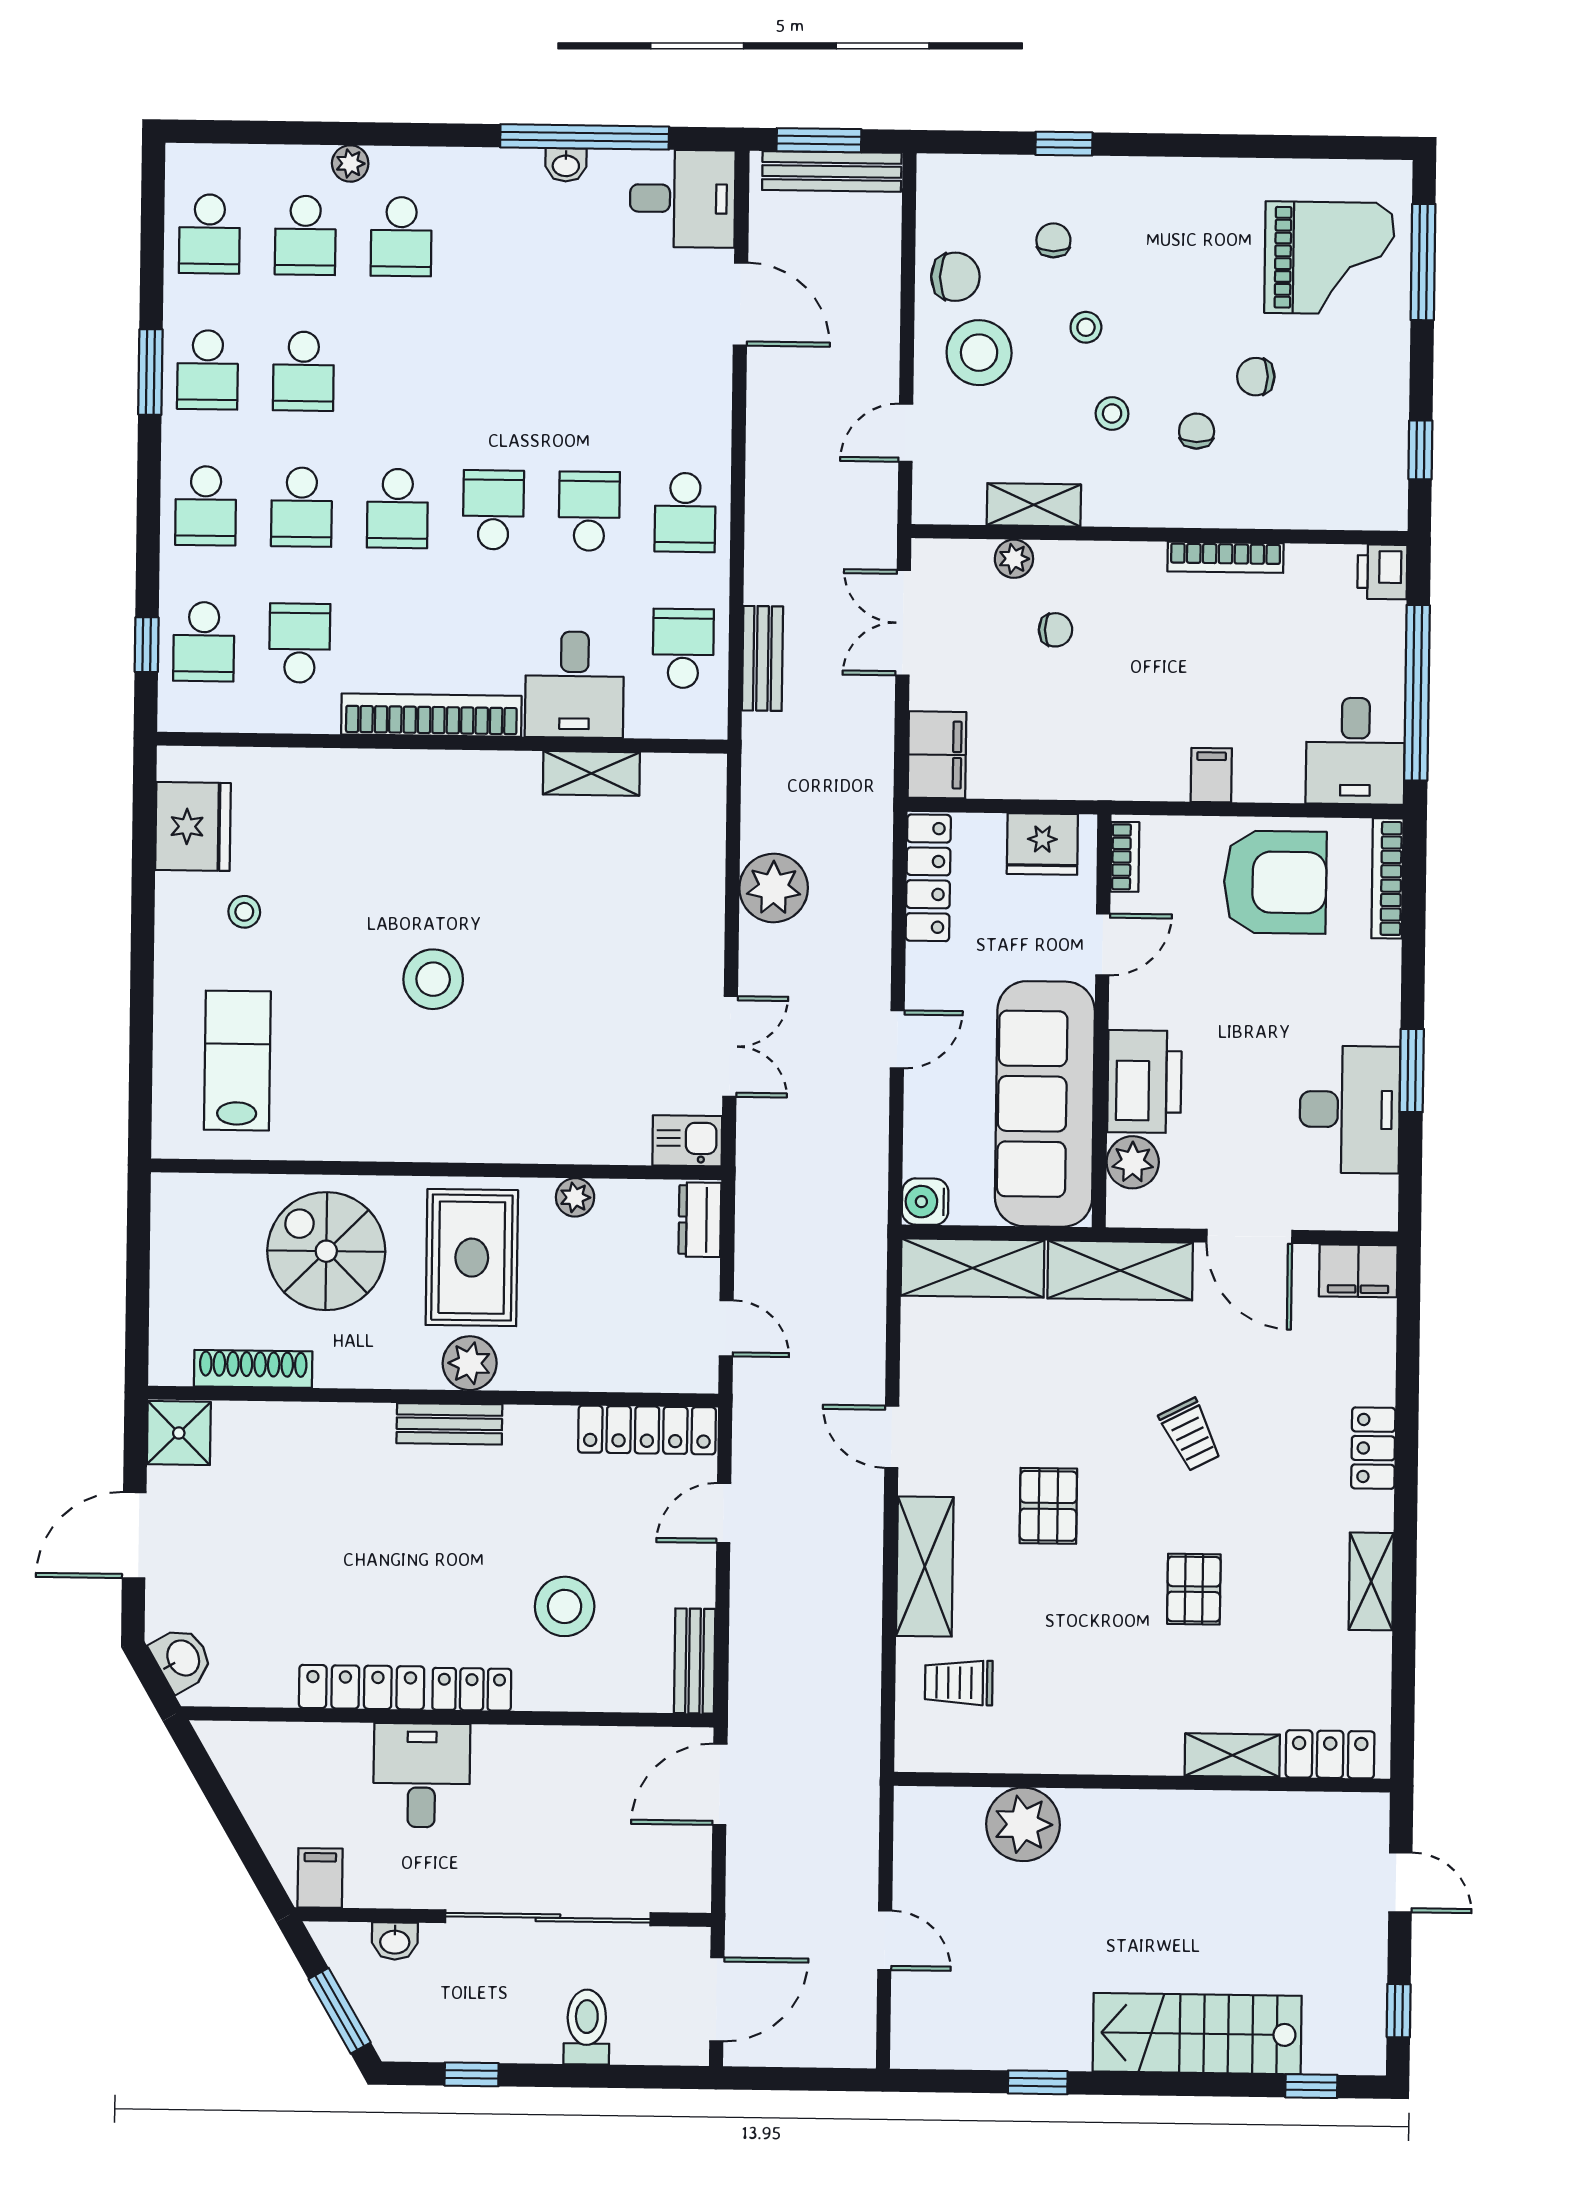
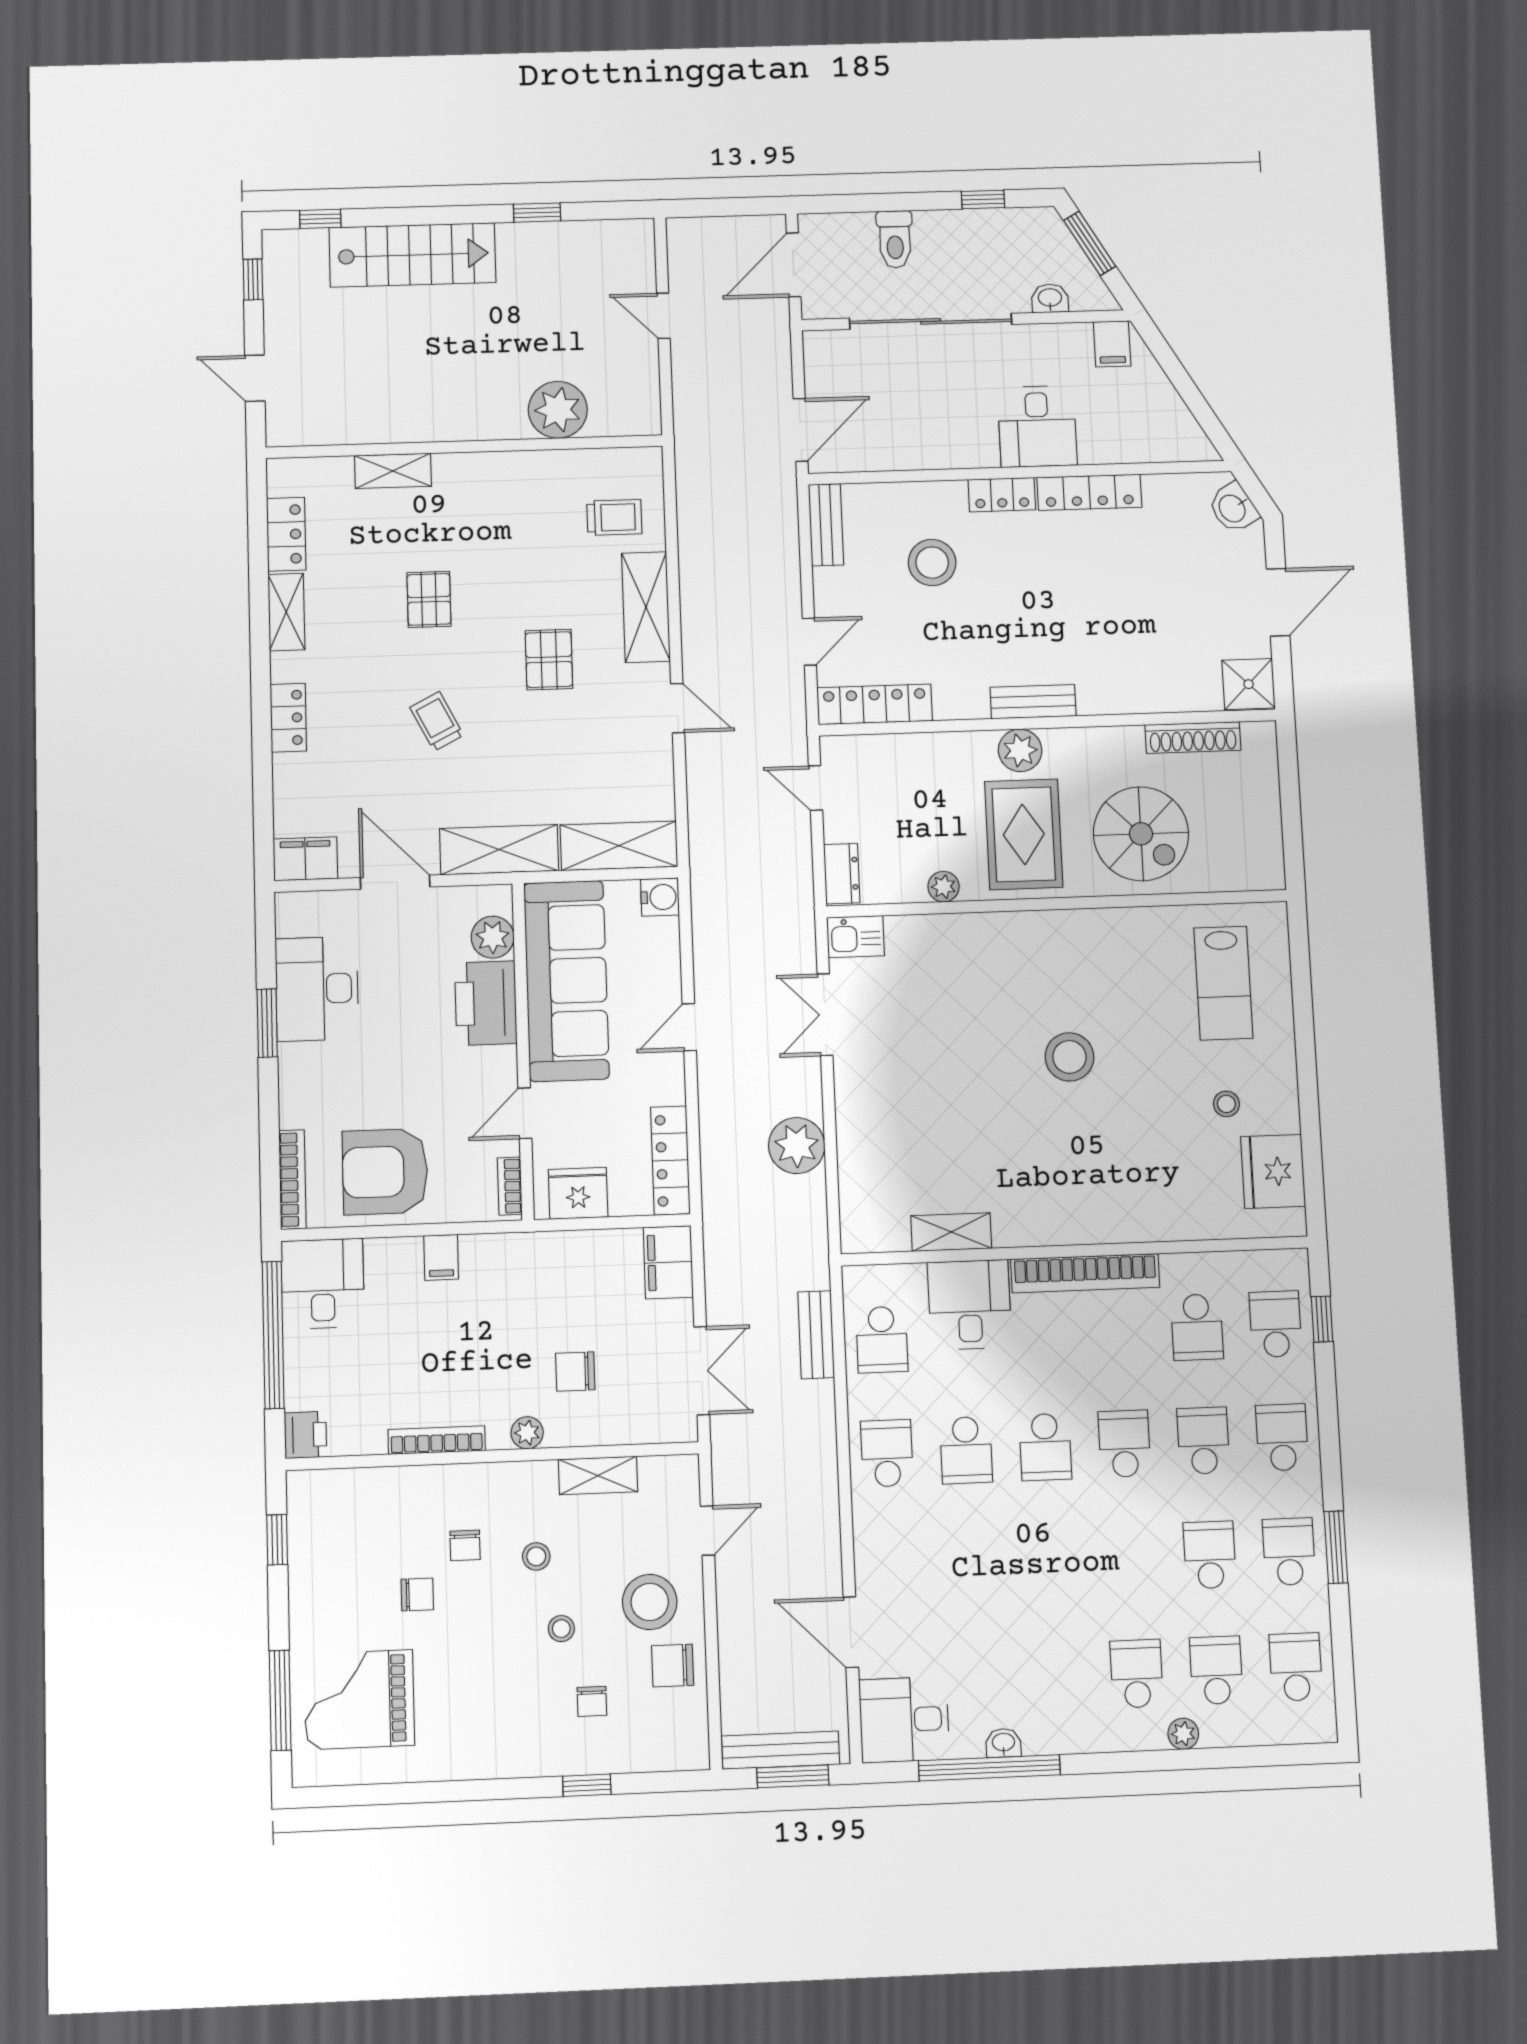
plant: (1014, 559) -> (527, 1433), moved
chair: (1055, 630) -> (575, 1372), width x1.37, depth x1.37
locker: (1330, 1754) -> (286, 534), moved, turned -90

